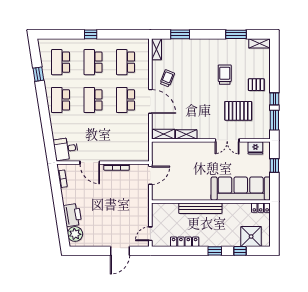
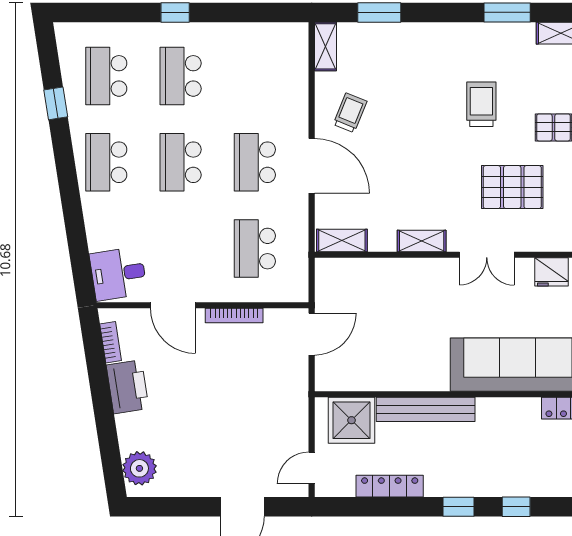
school desk: (126, 62) -> (255, 249), moved
shelving: (186, 134) -> (422, 241), moved
printer: (72, 215) -> (128, 387), moved
shower: (251, 237) -> (352, 420), moved

